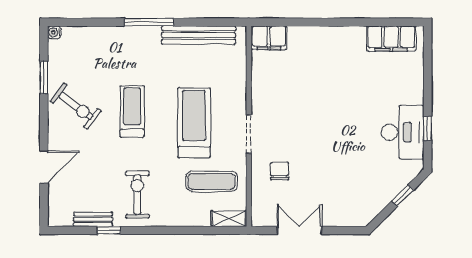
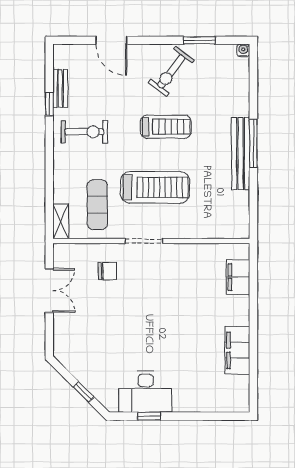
bench: (199, 35) -> (241, 154), moved
filing cabinet: (269, 38) -> (238, 277), moved
filing cabinet: (391, 39) -> (237, 350), moved

